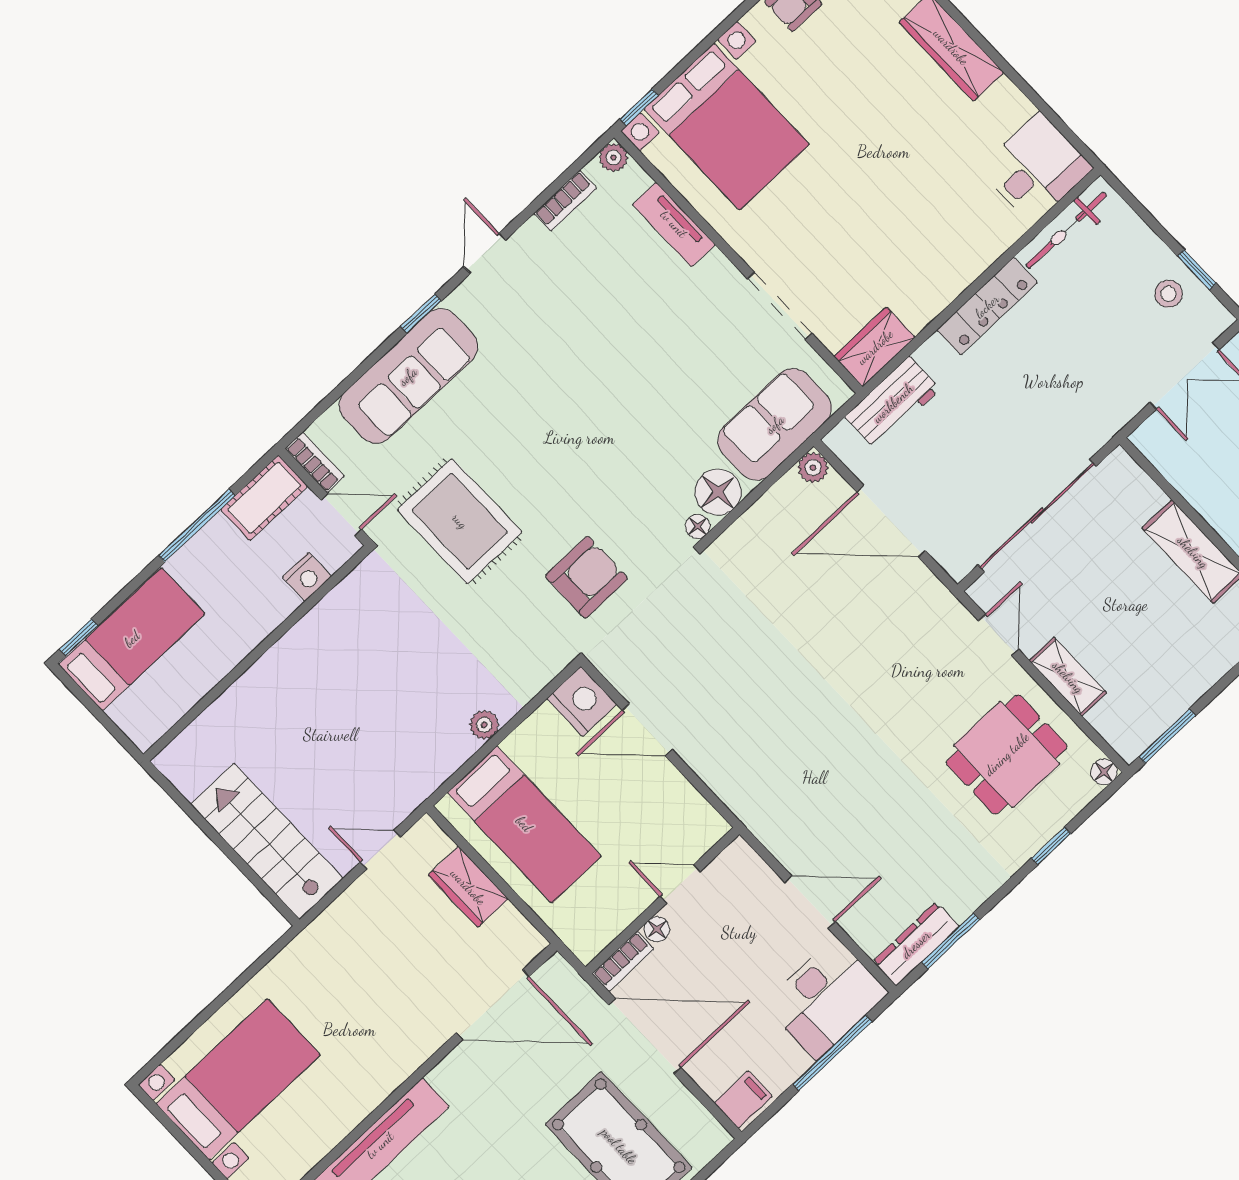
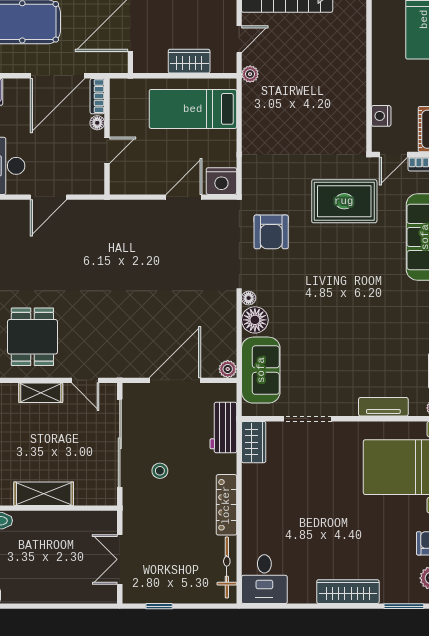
stool: (1168, 294) -> (160, 471), moved
plant: (484, 725) -> (250, 74), moved

